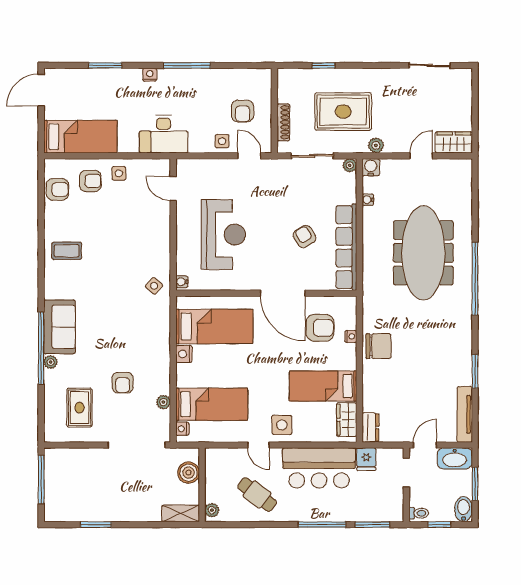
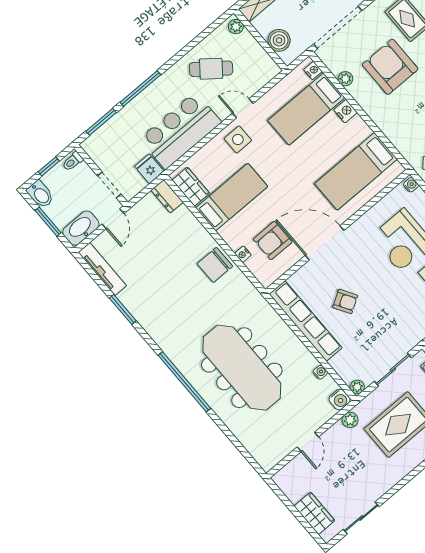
wardrobe: (454, 142) -> (314, 513), moved, turned -90
nightstand: (184, 354) -> (346, 111), moved
armchair: (123, 383) -> (390, 67), width x1.88, depth x1.88

